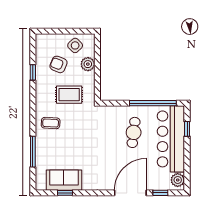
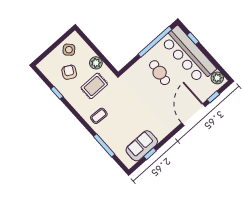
armchair: (58, 64) -> (69, 72), turned 97
plant: (88, 64) -> (96, 63), moved

